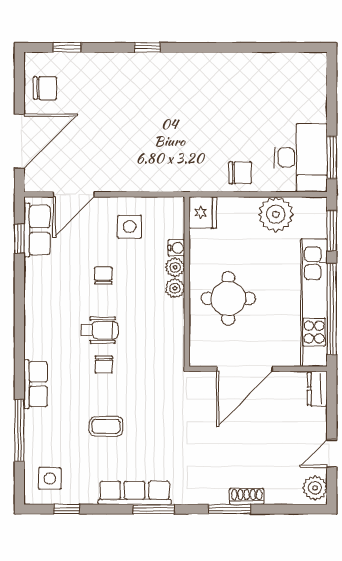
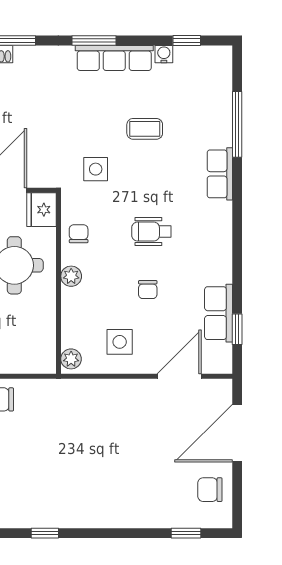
window: (147, 47) -> (45, 533), moved
fridge: (203, 213) -> (41, 210), moved
row of seats: (37, 230) -> (218, 313), moved
water cooler: (176, 248) -> (164, 54), moved, turned 90
plant: (175, 267) -> (71, 359), moved
chair: (104, 365) -> (79, 234), moved
side table: (50, 478) -> (96, 169), moved

